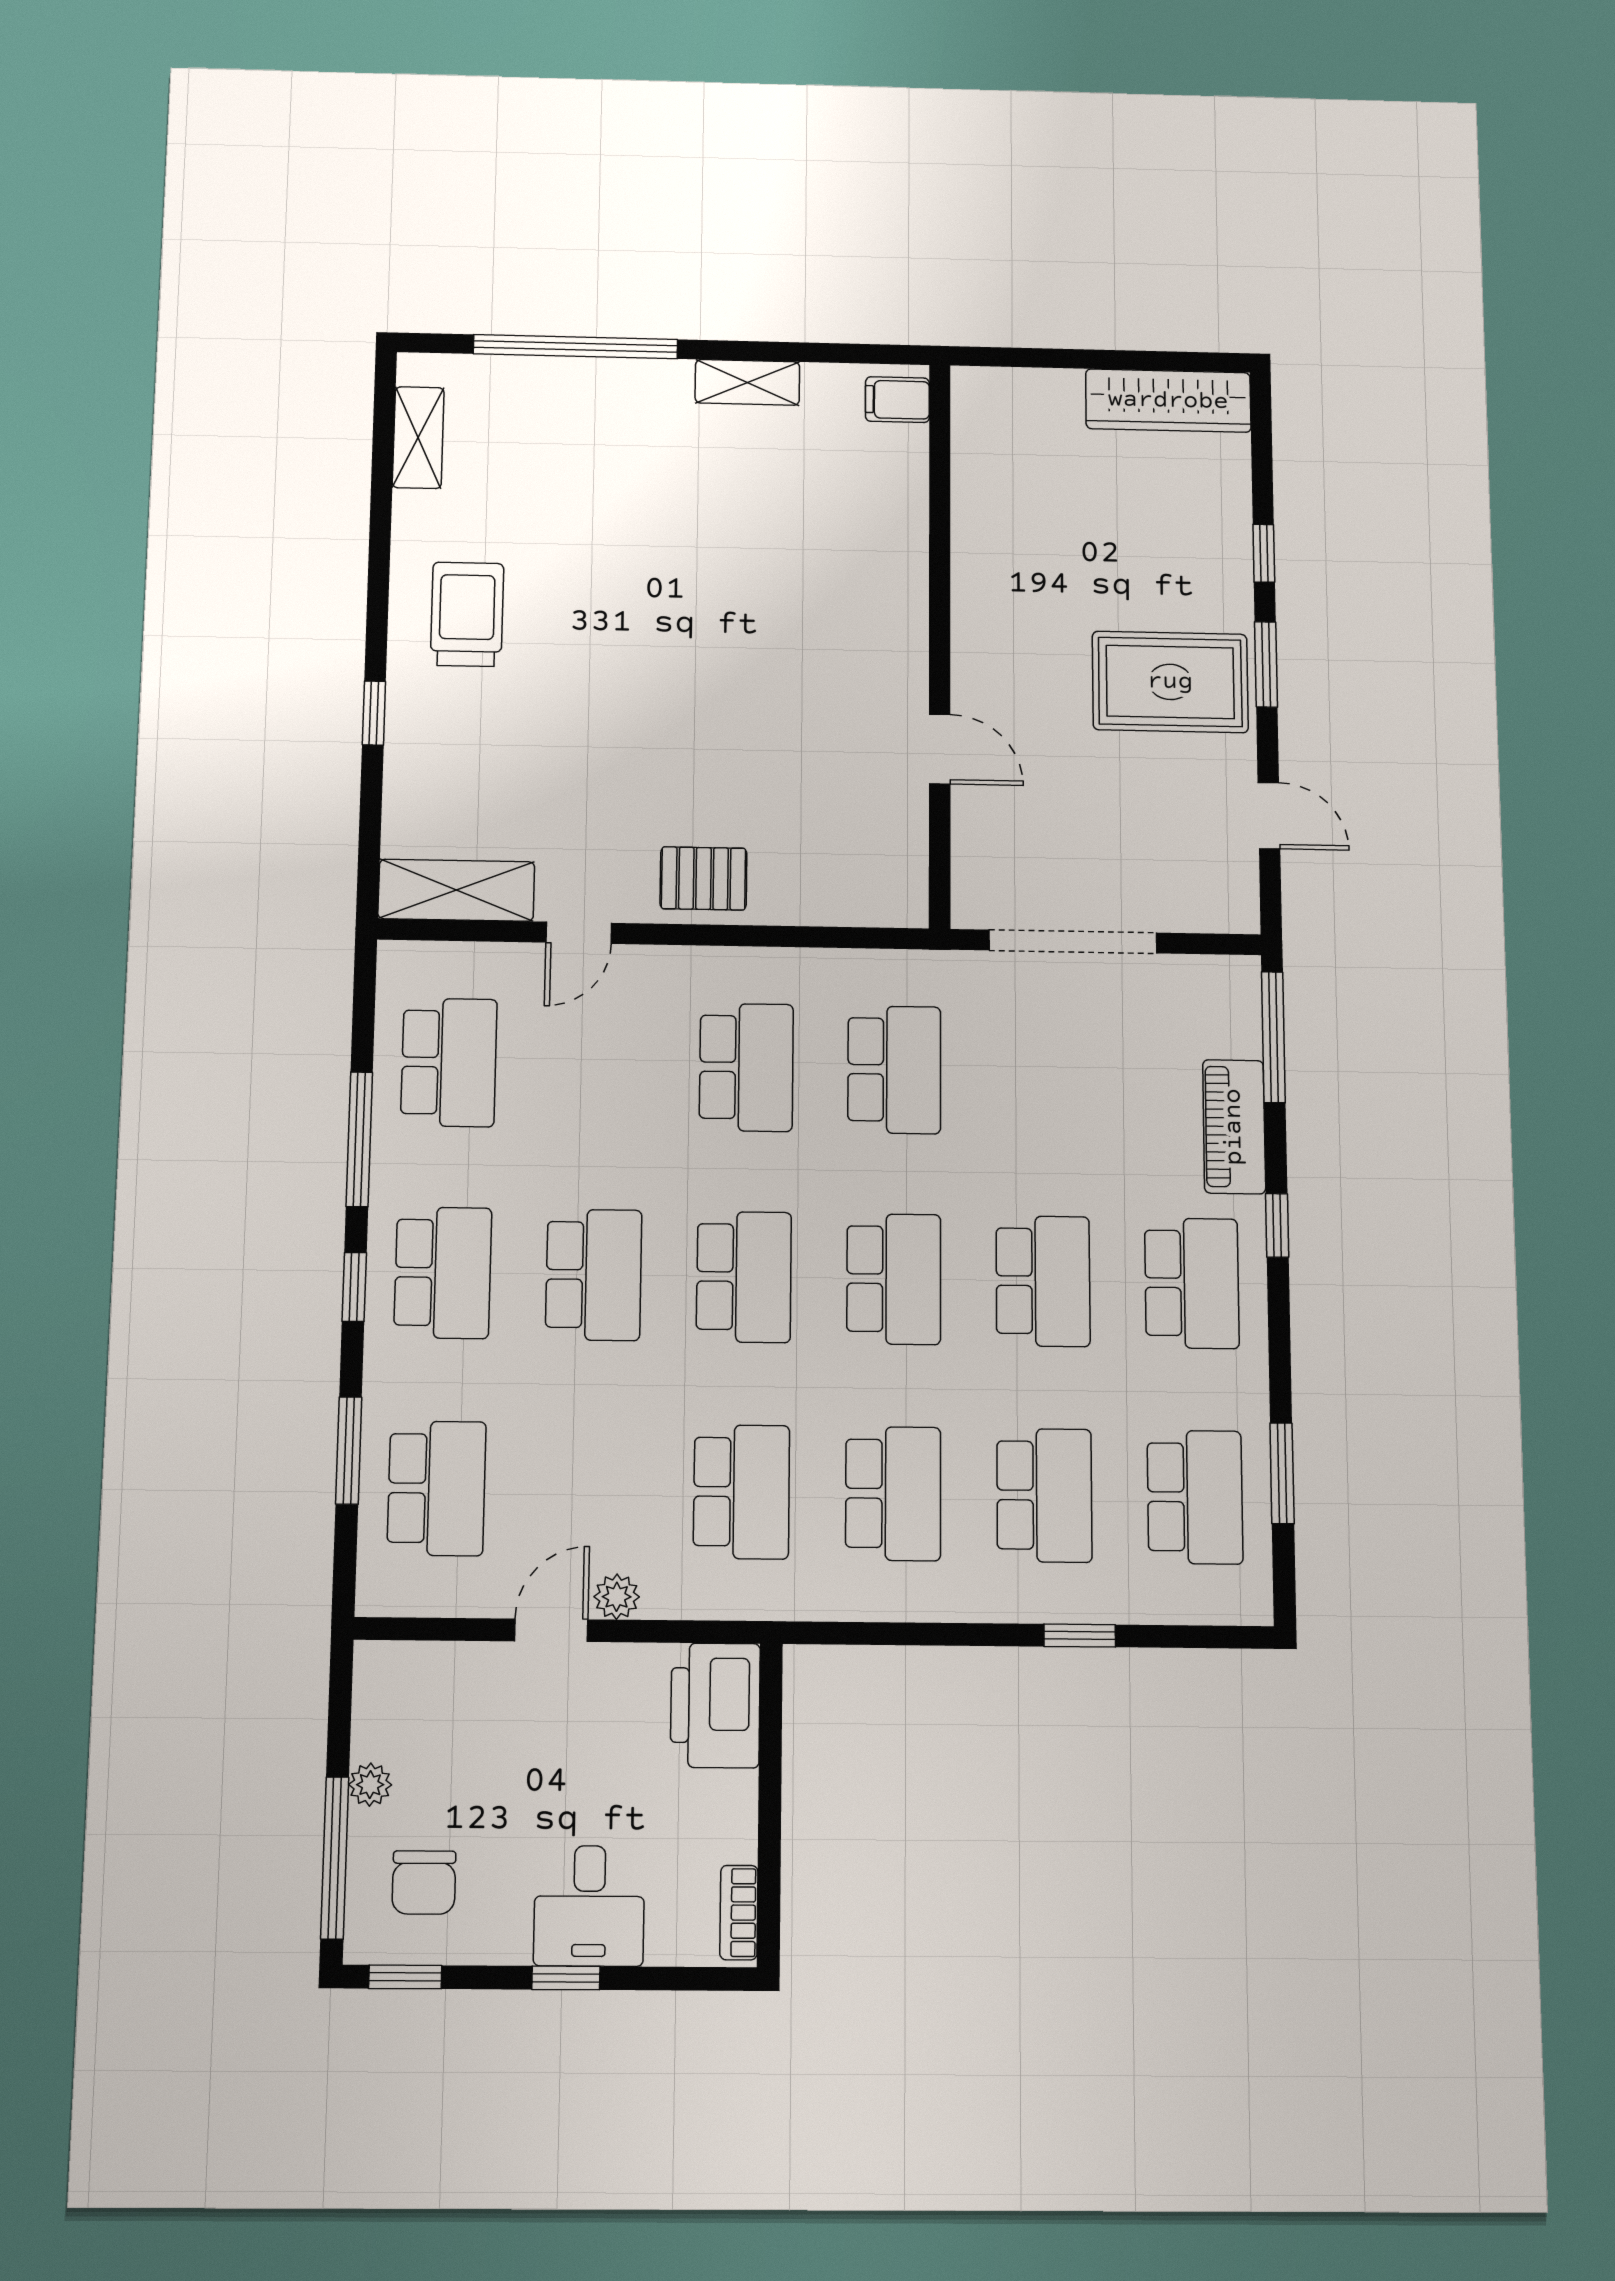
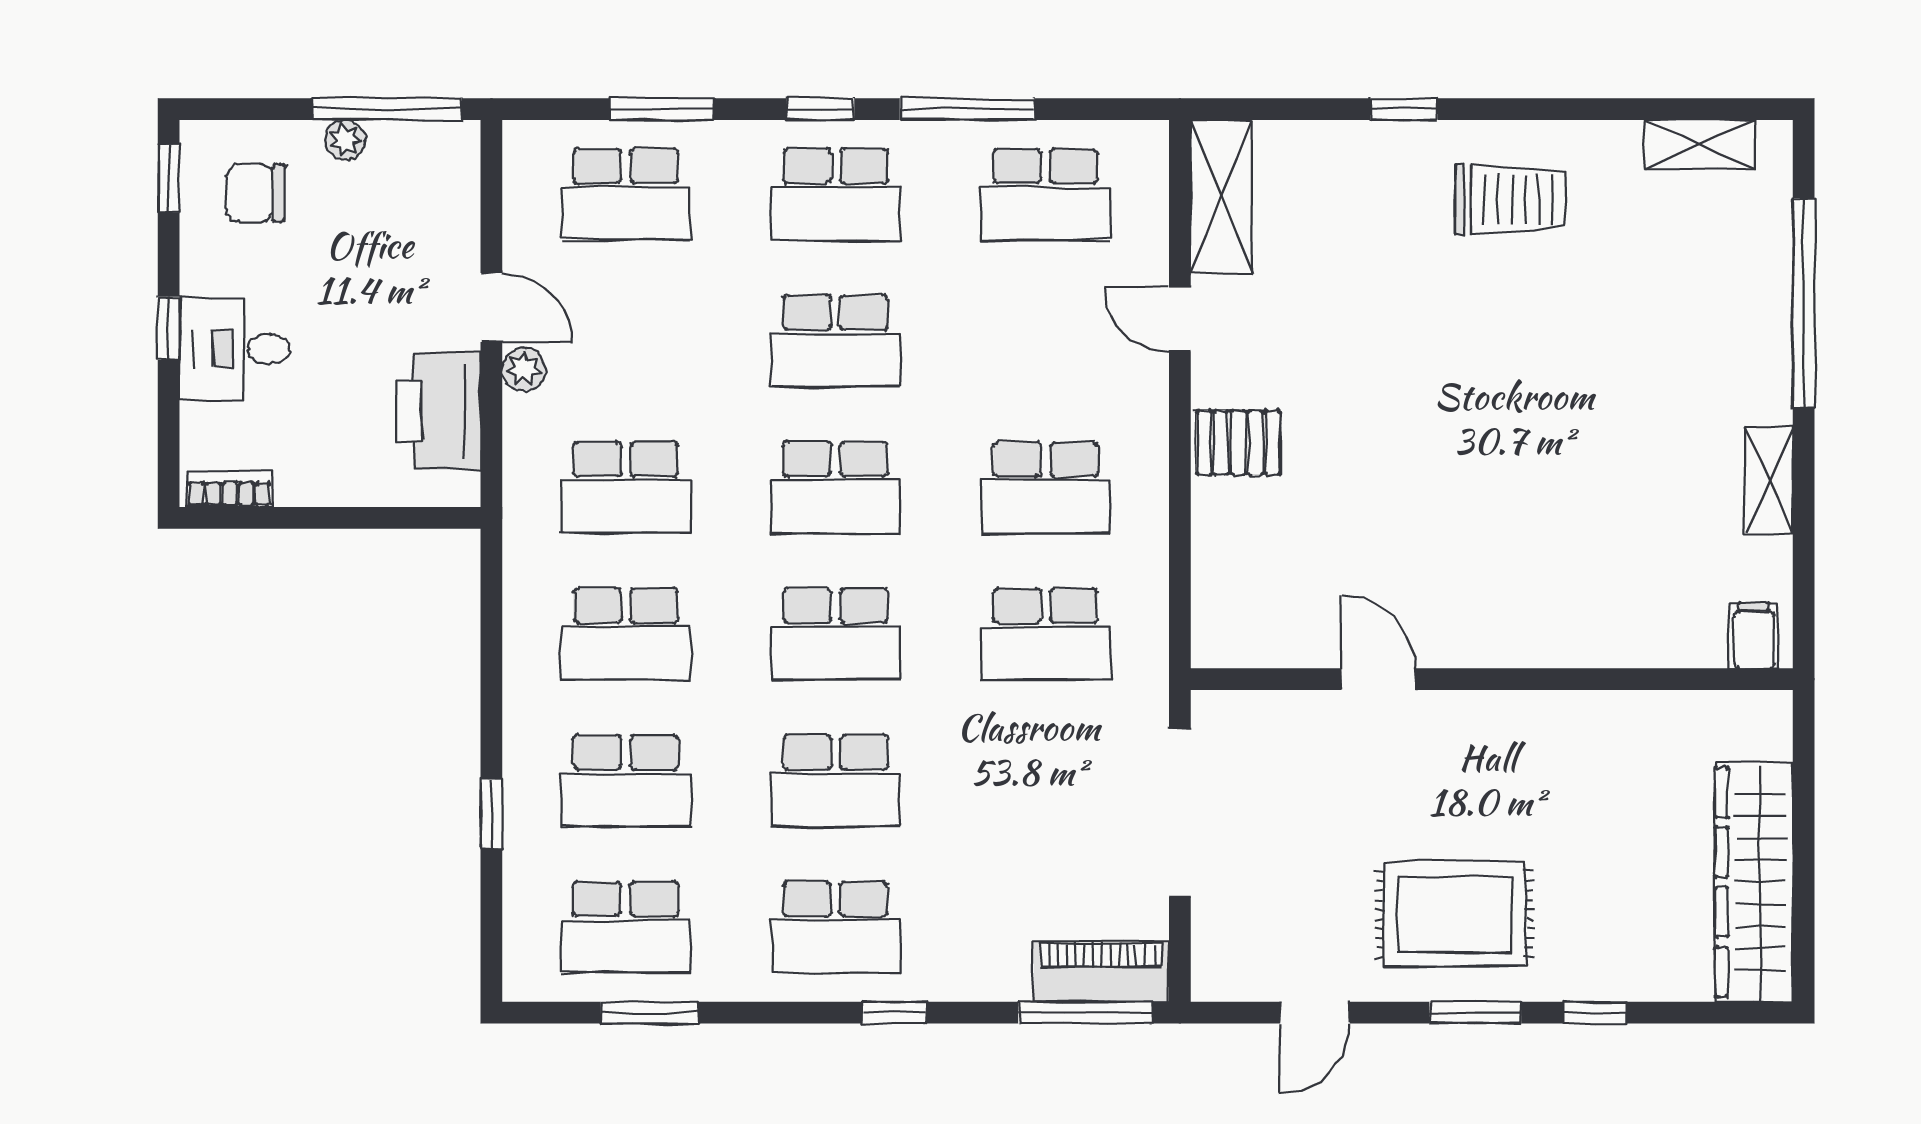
wardrobe: (1168, 401) -> (1754, 882), width x1.40, depth x1.17
rug: (1170, 682) -> (1454, 914), turned 90
door: (940, 749) -> (1378, 679), swing flipped
pallet: (703, 878) -> (1238, 443), turned 90
piano: (1234, 1127) -> (1101, 972), moved
printer: (715, 1705) -> (439, 411), moved, turned -90
window: (335, 1858) -> (387, 109), moved

